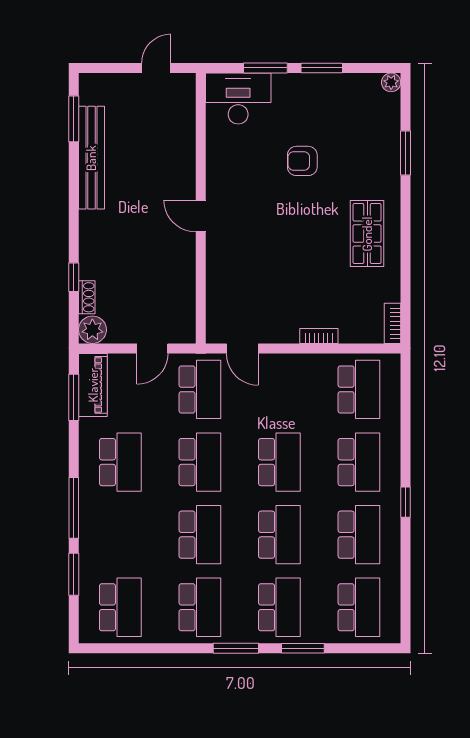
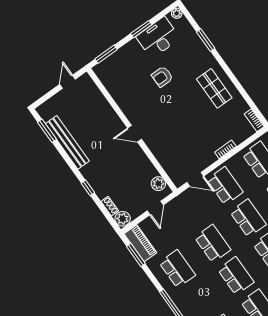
window: (265, 68) -> (106, 54), moved
desk: (238, 98) -> (158, 38), moved
window: (74, 277) -> (88, 188), moved
plant: (183, 316) -> (158, 184), added
school desk: (200, 389) -> (225, 186), moved

